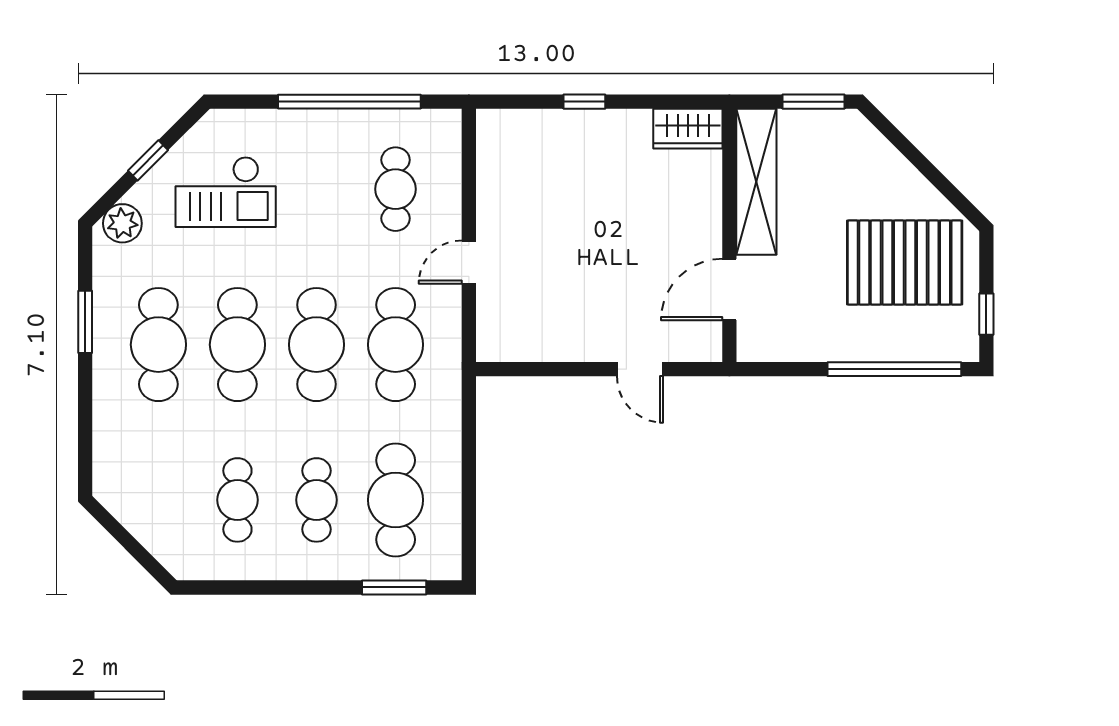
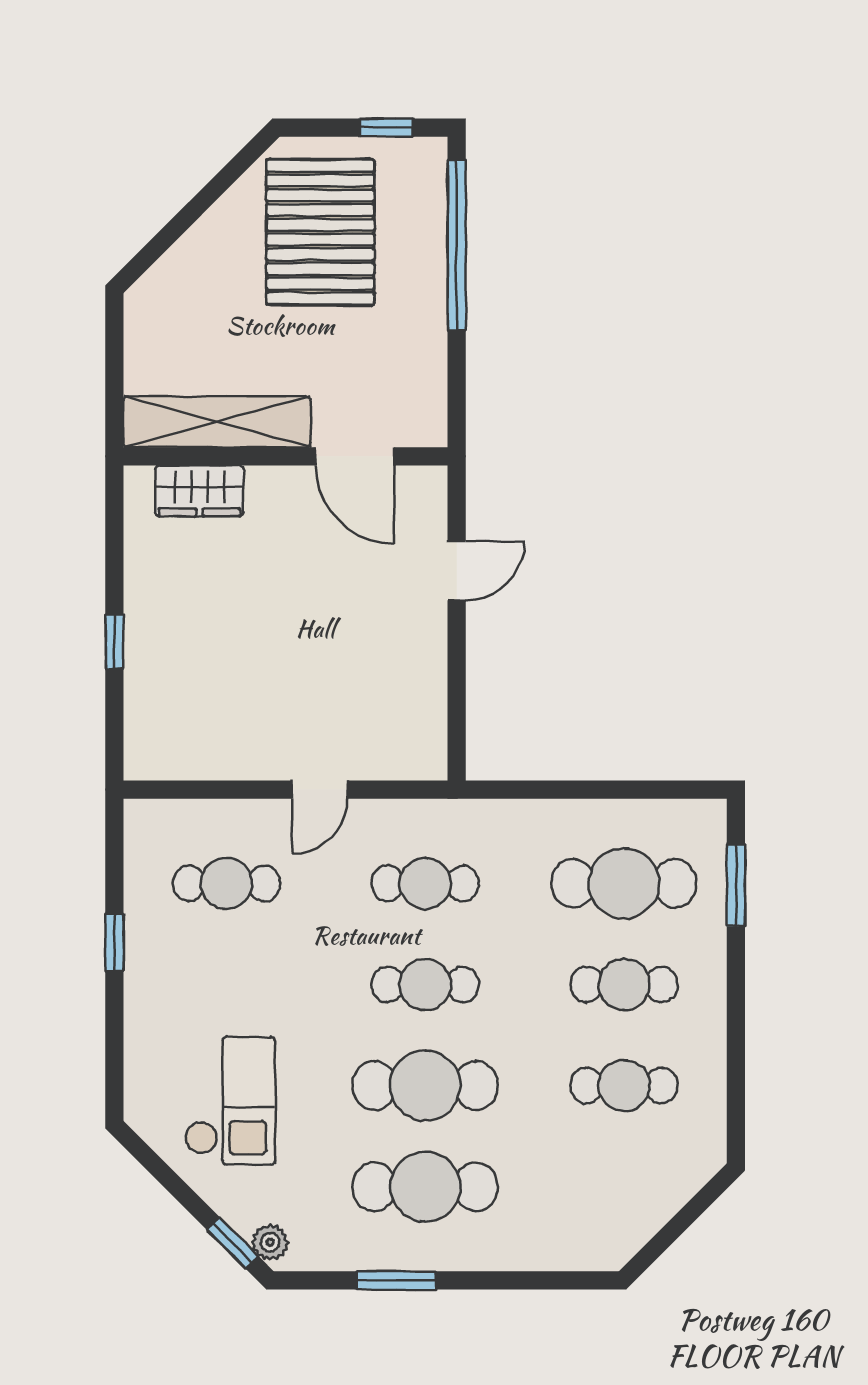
window: (349, 102) -> (114, 942), width x0.32
window: (814, 102) -> (114, 349), removed
wardrobe: (688, 129) -> (199, 491), moved, turned 90
window: (148, 160) -> (233, 1243), moved
plant: (122, 223) -> (270, 1242), width x0.73, depth x0.73
door: (469, 262) -> (320, 790), hinge flipped
cafe table: (316, 345) -> (425, 984), width x0.73, depth x0.74
cafe table: (396, 345) -> (425, 883), width x0.73, depth x0.74

